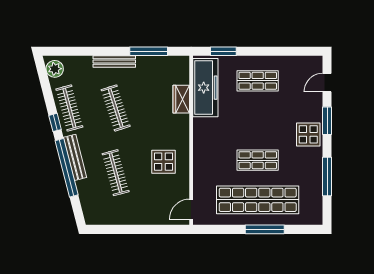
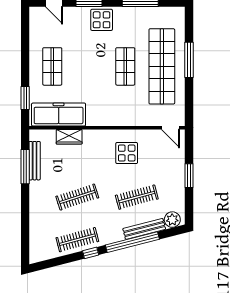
bench: (114, 62) -> (35, 161), moved
plant: (55, 69) -> (172, 220), moved
bench: (75, 157) -> (144, 229), moved
window: (139, 229) -> (189, 176), added

